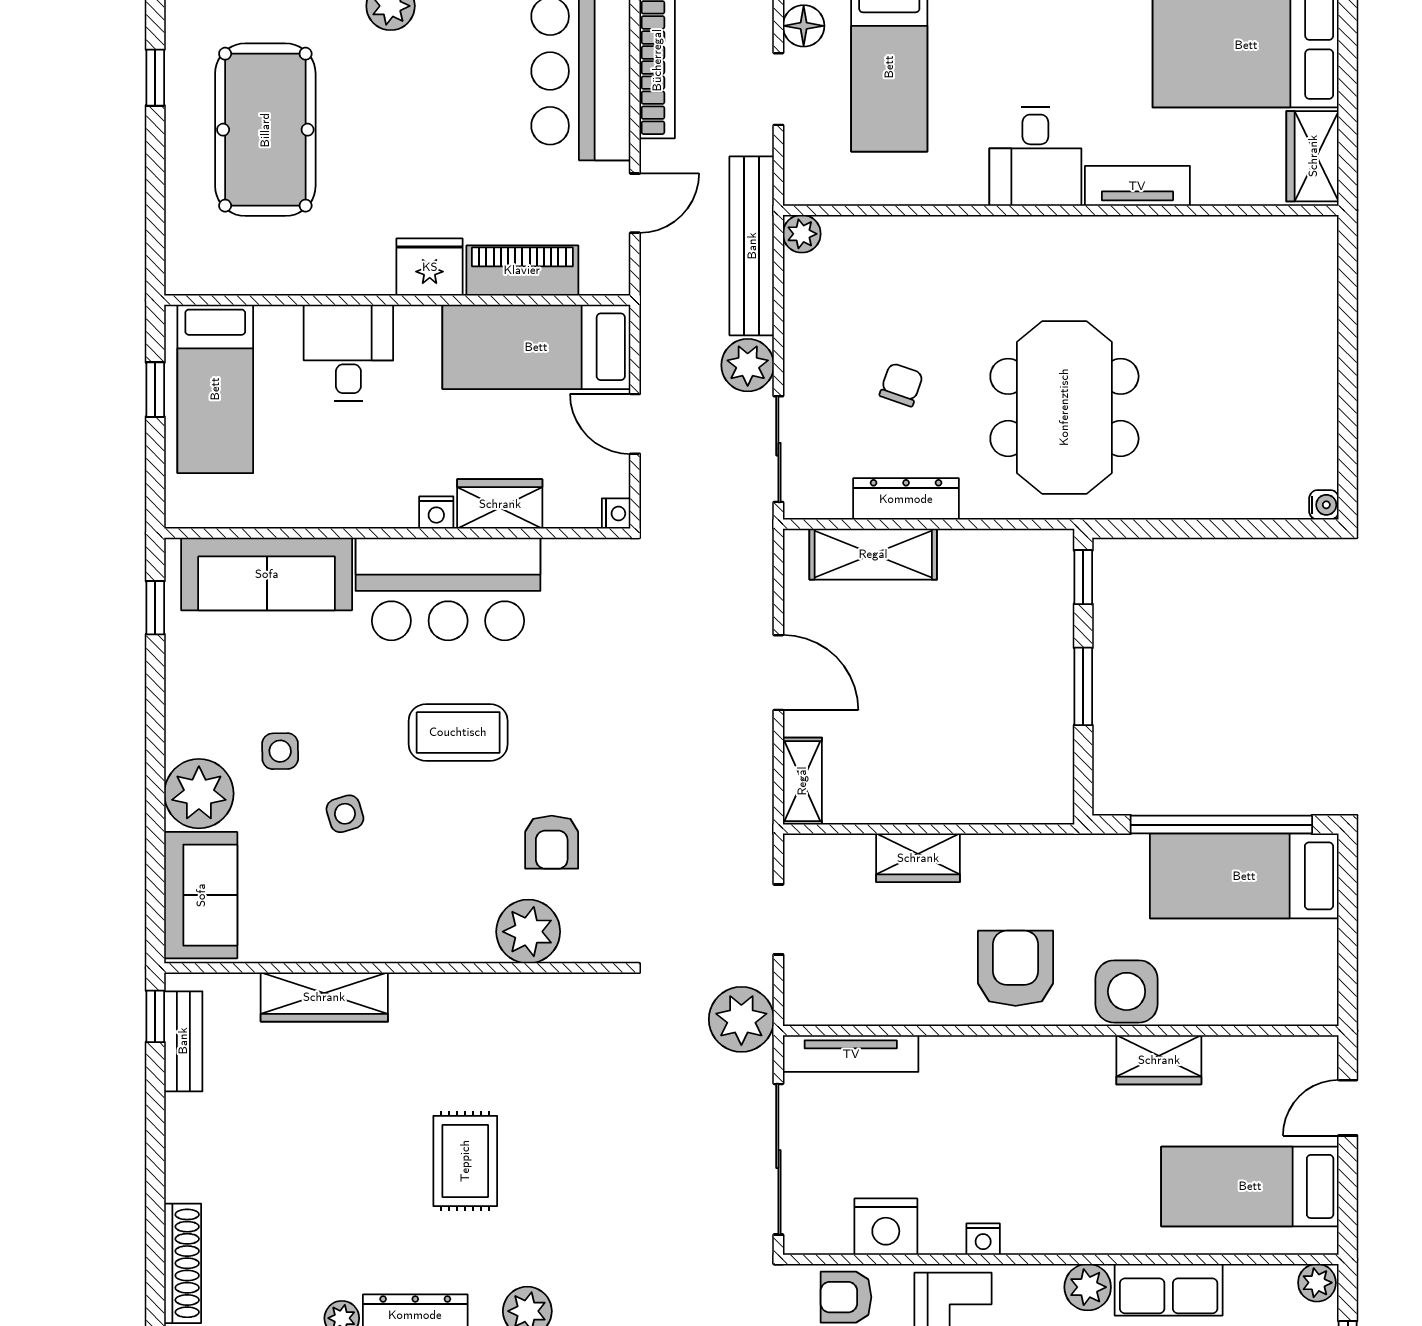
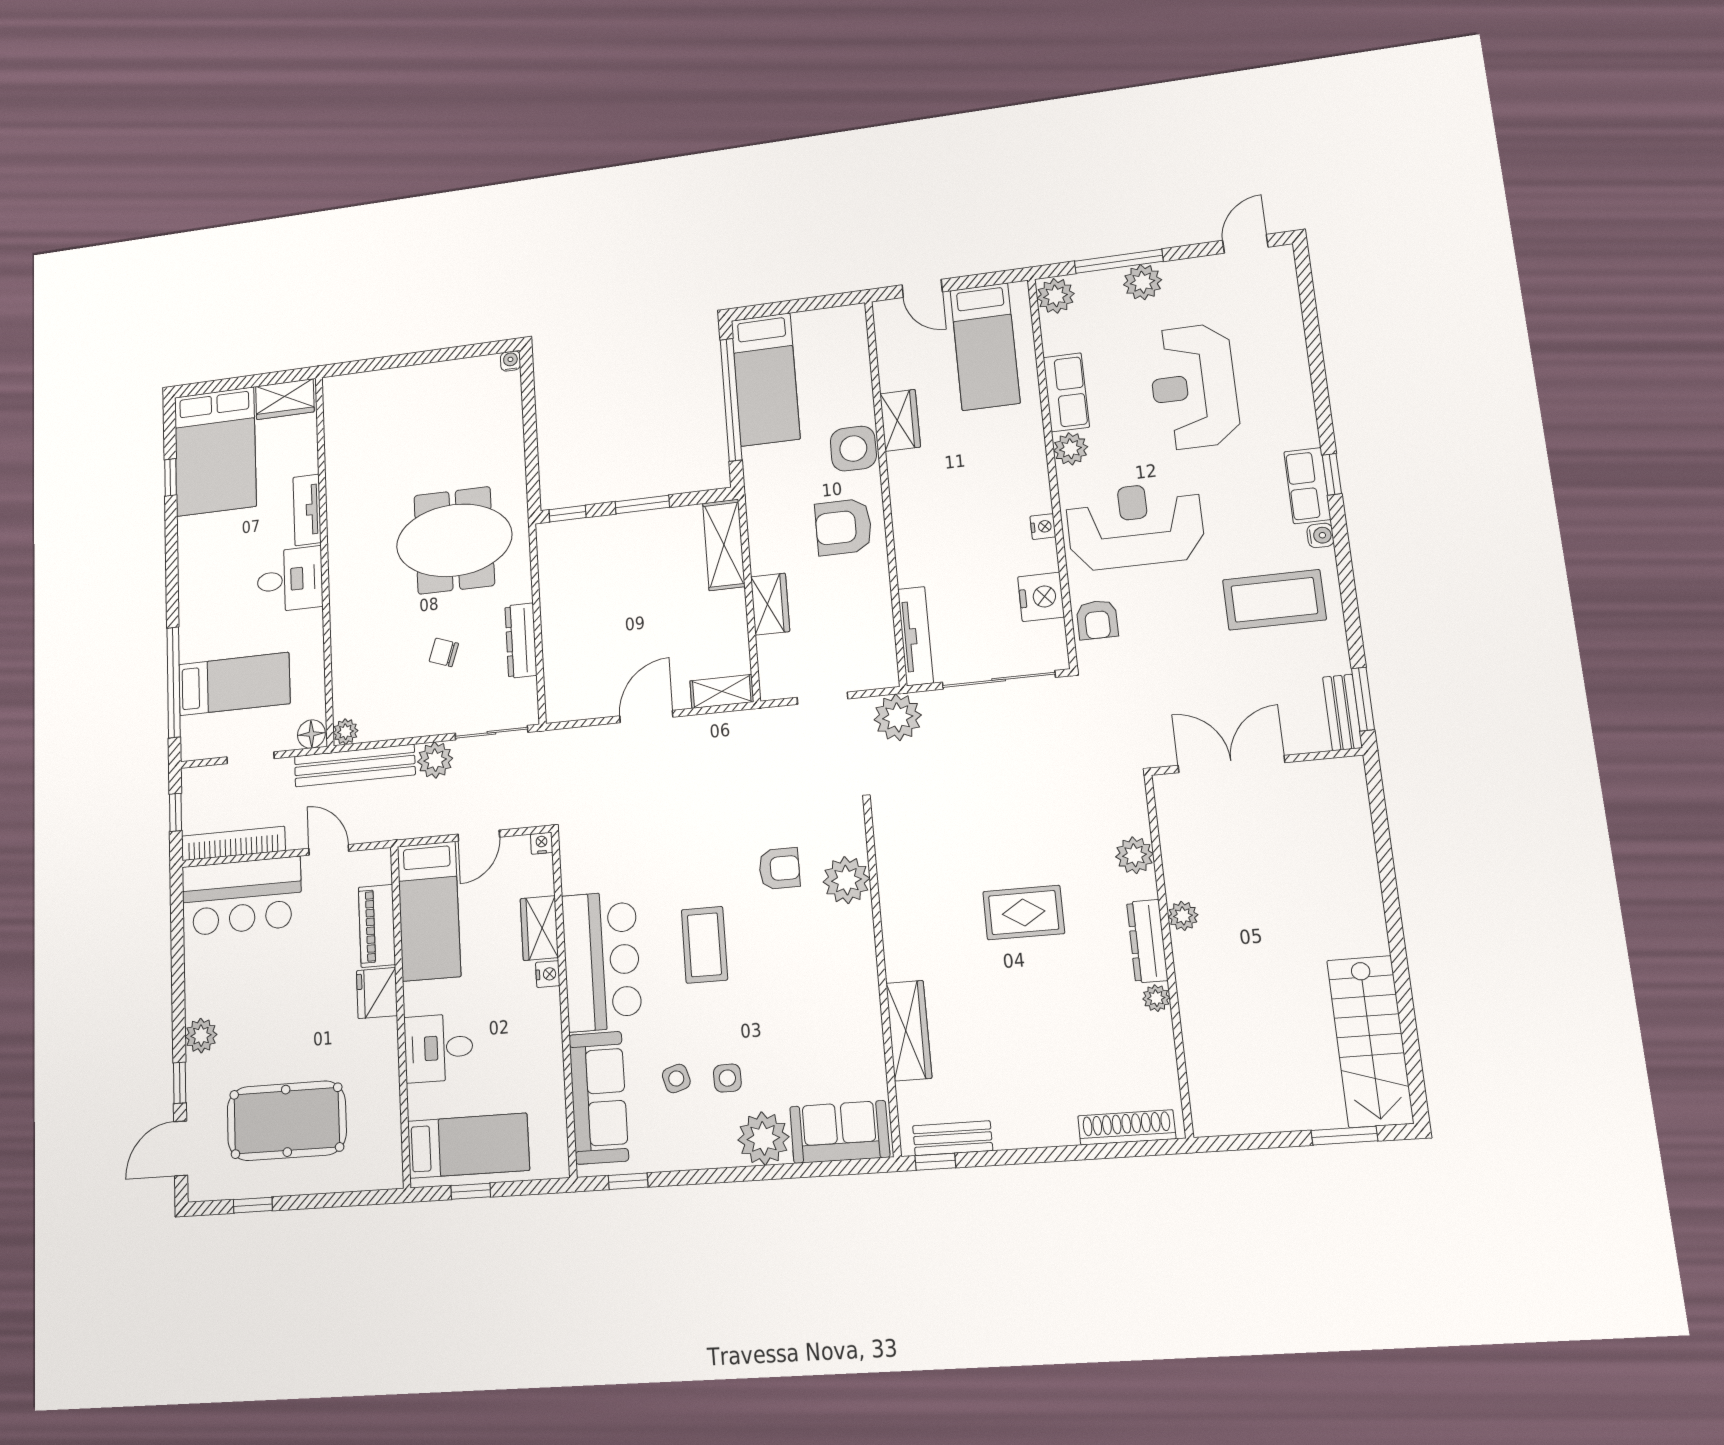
floor lamp: (804, 26) -> (311, 734), moved
shelving: (873, 554) -> (724, 545), moved
side table: (345, 814) -> (676, 1078), moved
plant: (1317, 1283) -> (1056, 296), width x1.38, depth x1.38

